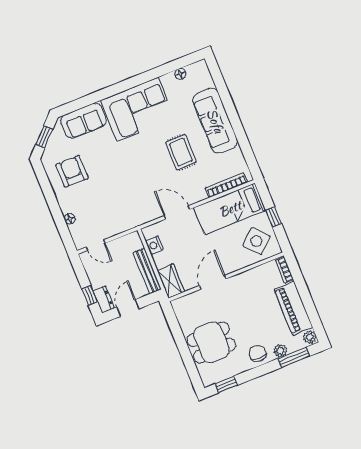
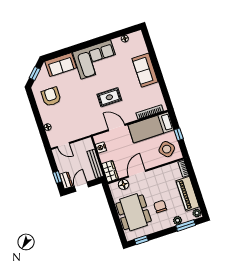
sofa: (215, 121) -> (145, 70), width x0.73
rug: (181, 152) -> (109, 97), moved, turned 90
floor lamp: (193, 300) -> (124, 184), added
dining table: (211, 342) -> (134, 212), width x1.37
chair: (257, 353) -> (160, 207), moved

